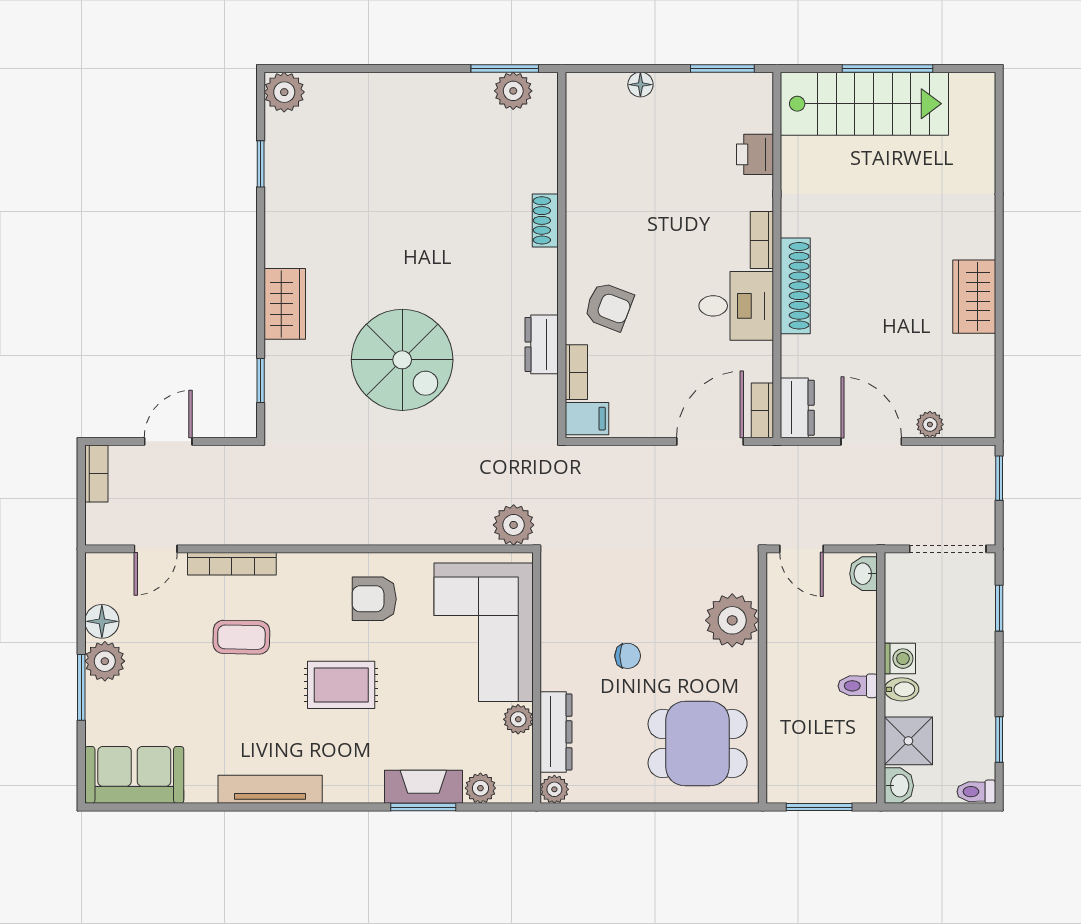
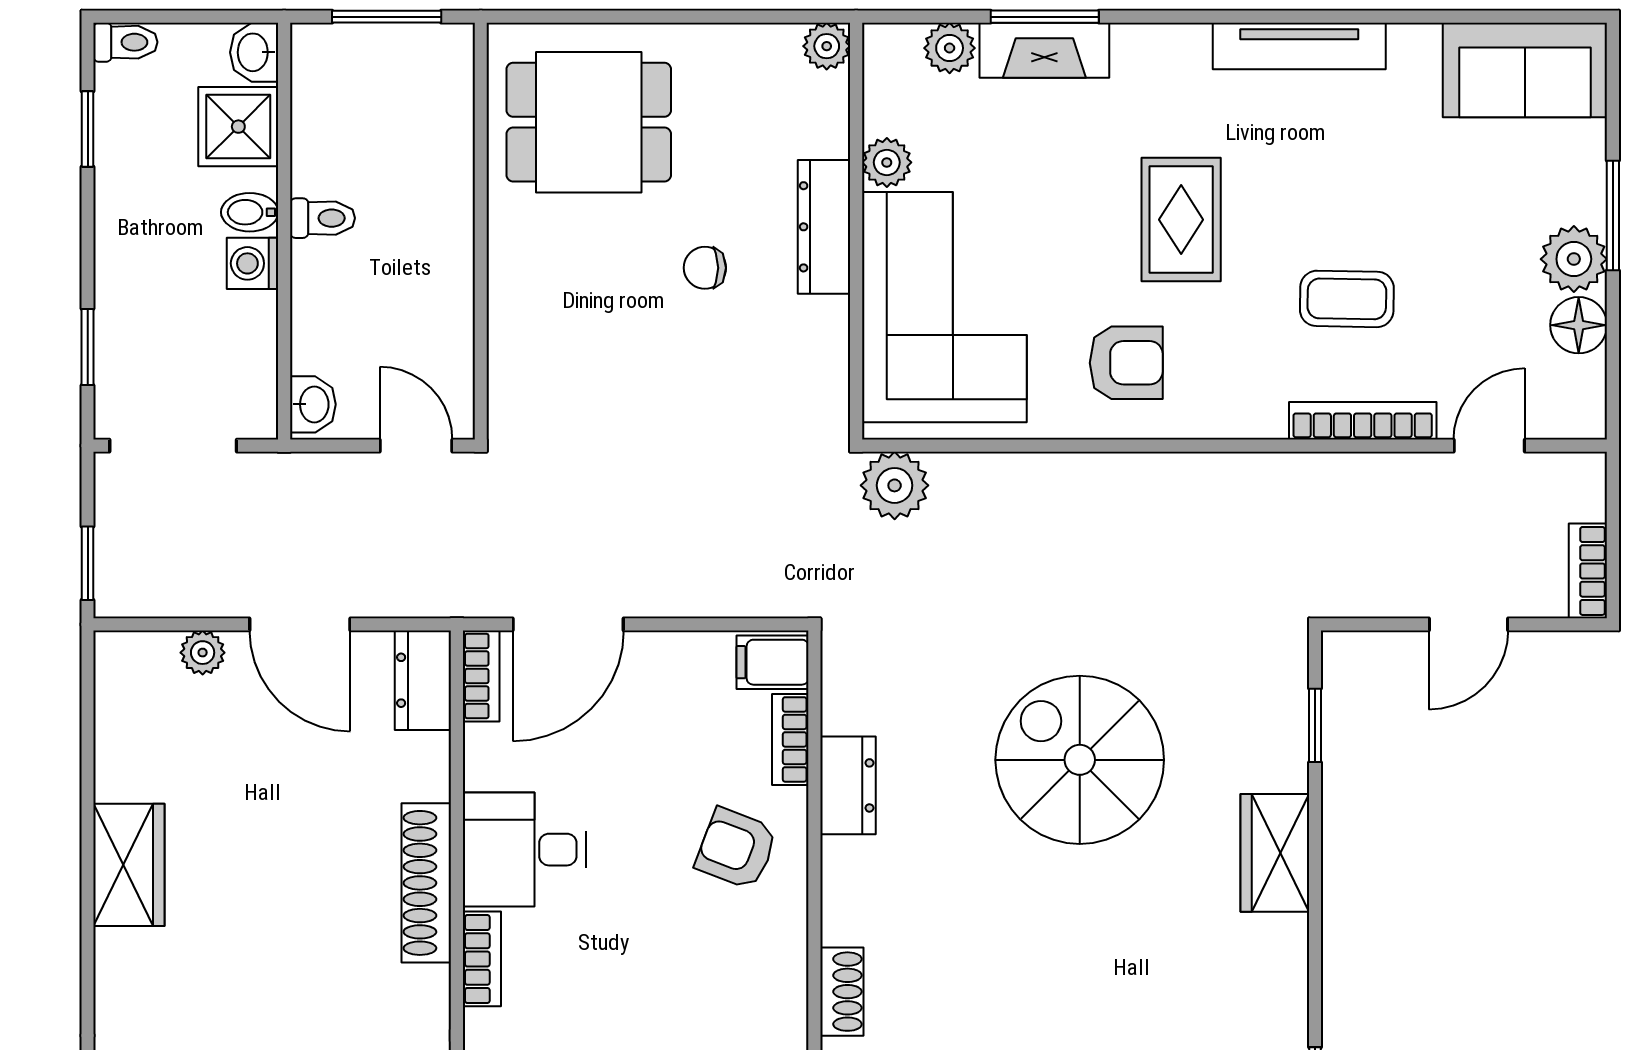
plant: (732, 620) -> (531, 327), removed
rug: (341, 685) -> (1181, 220), turned 90
dresser: (556, 732) -> (824, 227), moved

